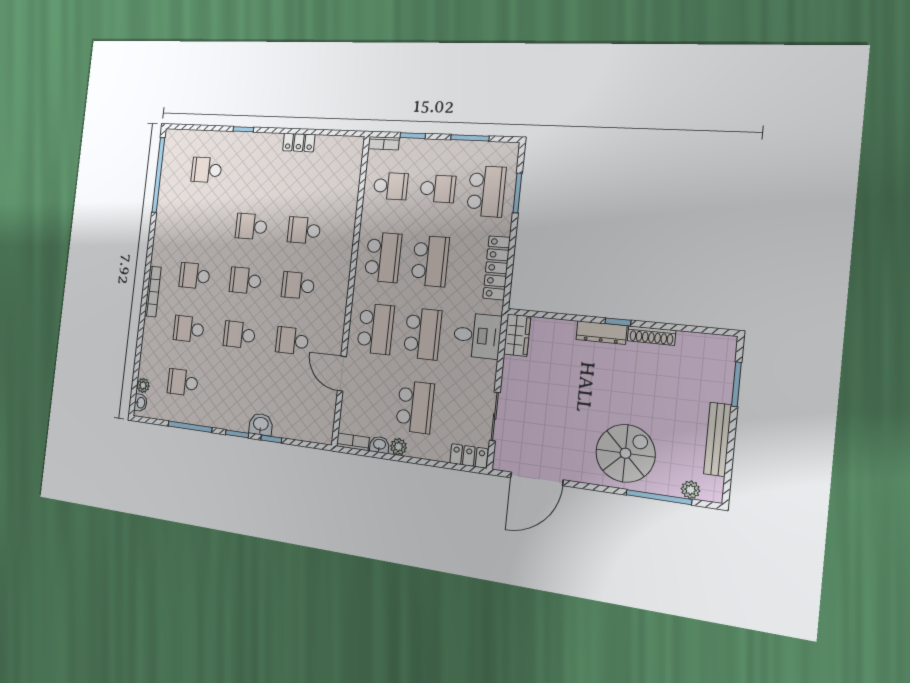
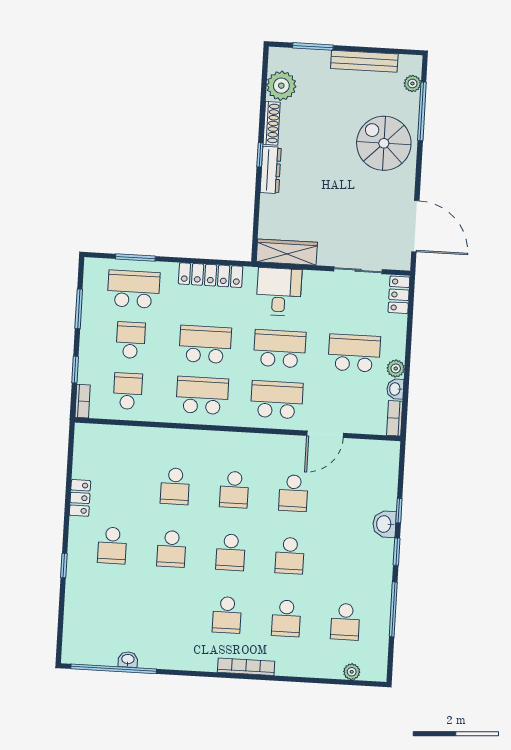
school desk: (206, 170) -> (112, 545), moved
wardrobe: (517, 335) -> (287, 252), width x1.50
plant: (693, 348) -> (281, 86), added
washbasin: (141, 403) -> (128, 660), moved

